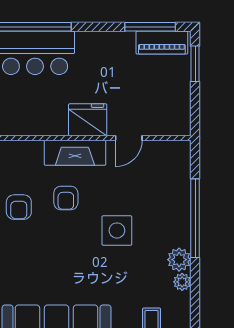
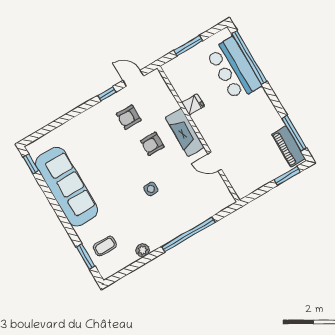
fridge: (88, 120) -> (193, 104), moved, width x0.53, depth x0.75
side table: (117, 230) -> (151, 189), width x0.54, depth x0.54
plant: (179, 260) -> (156, 240), removed

